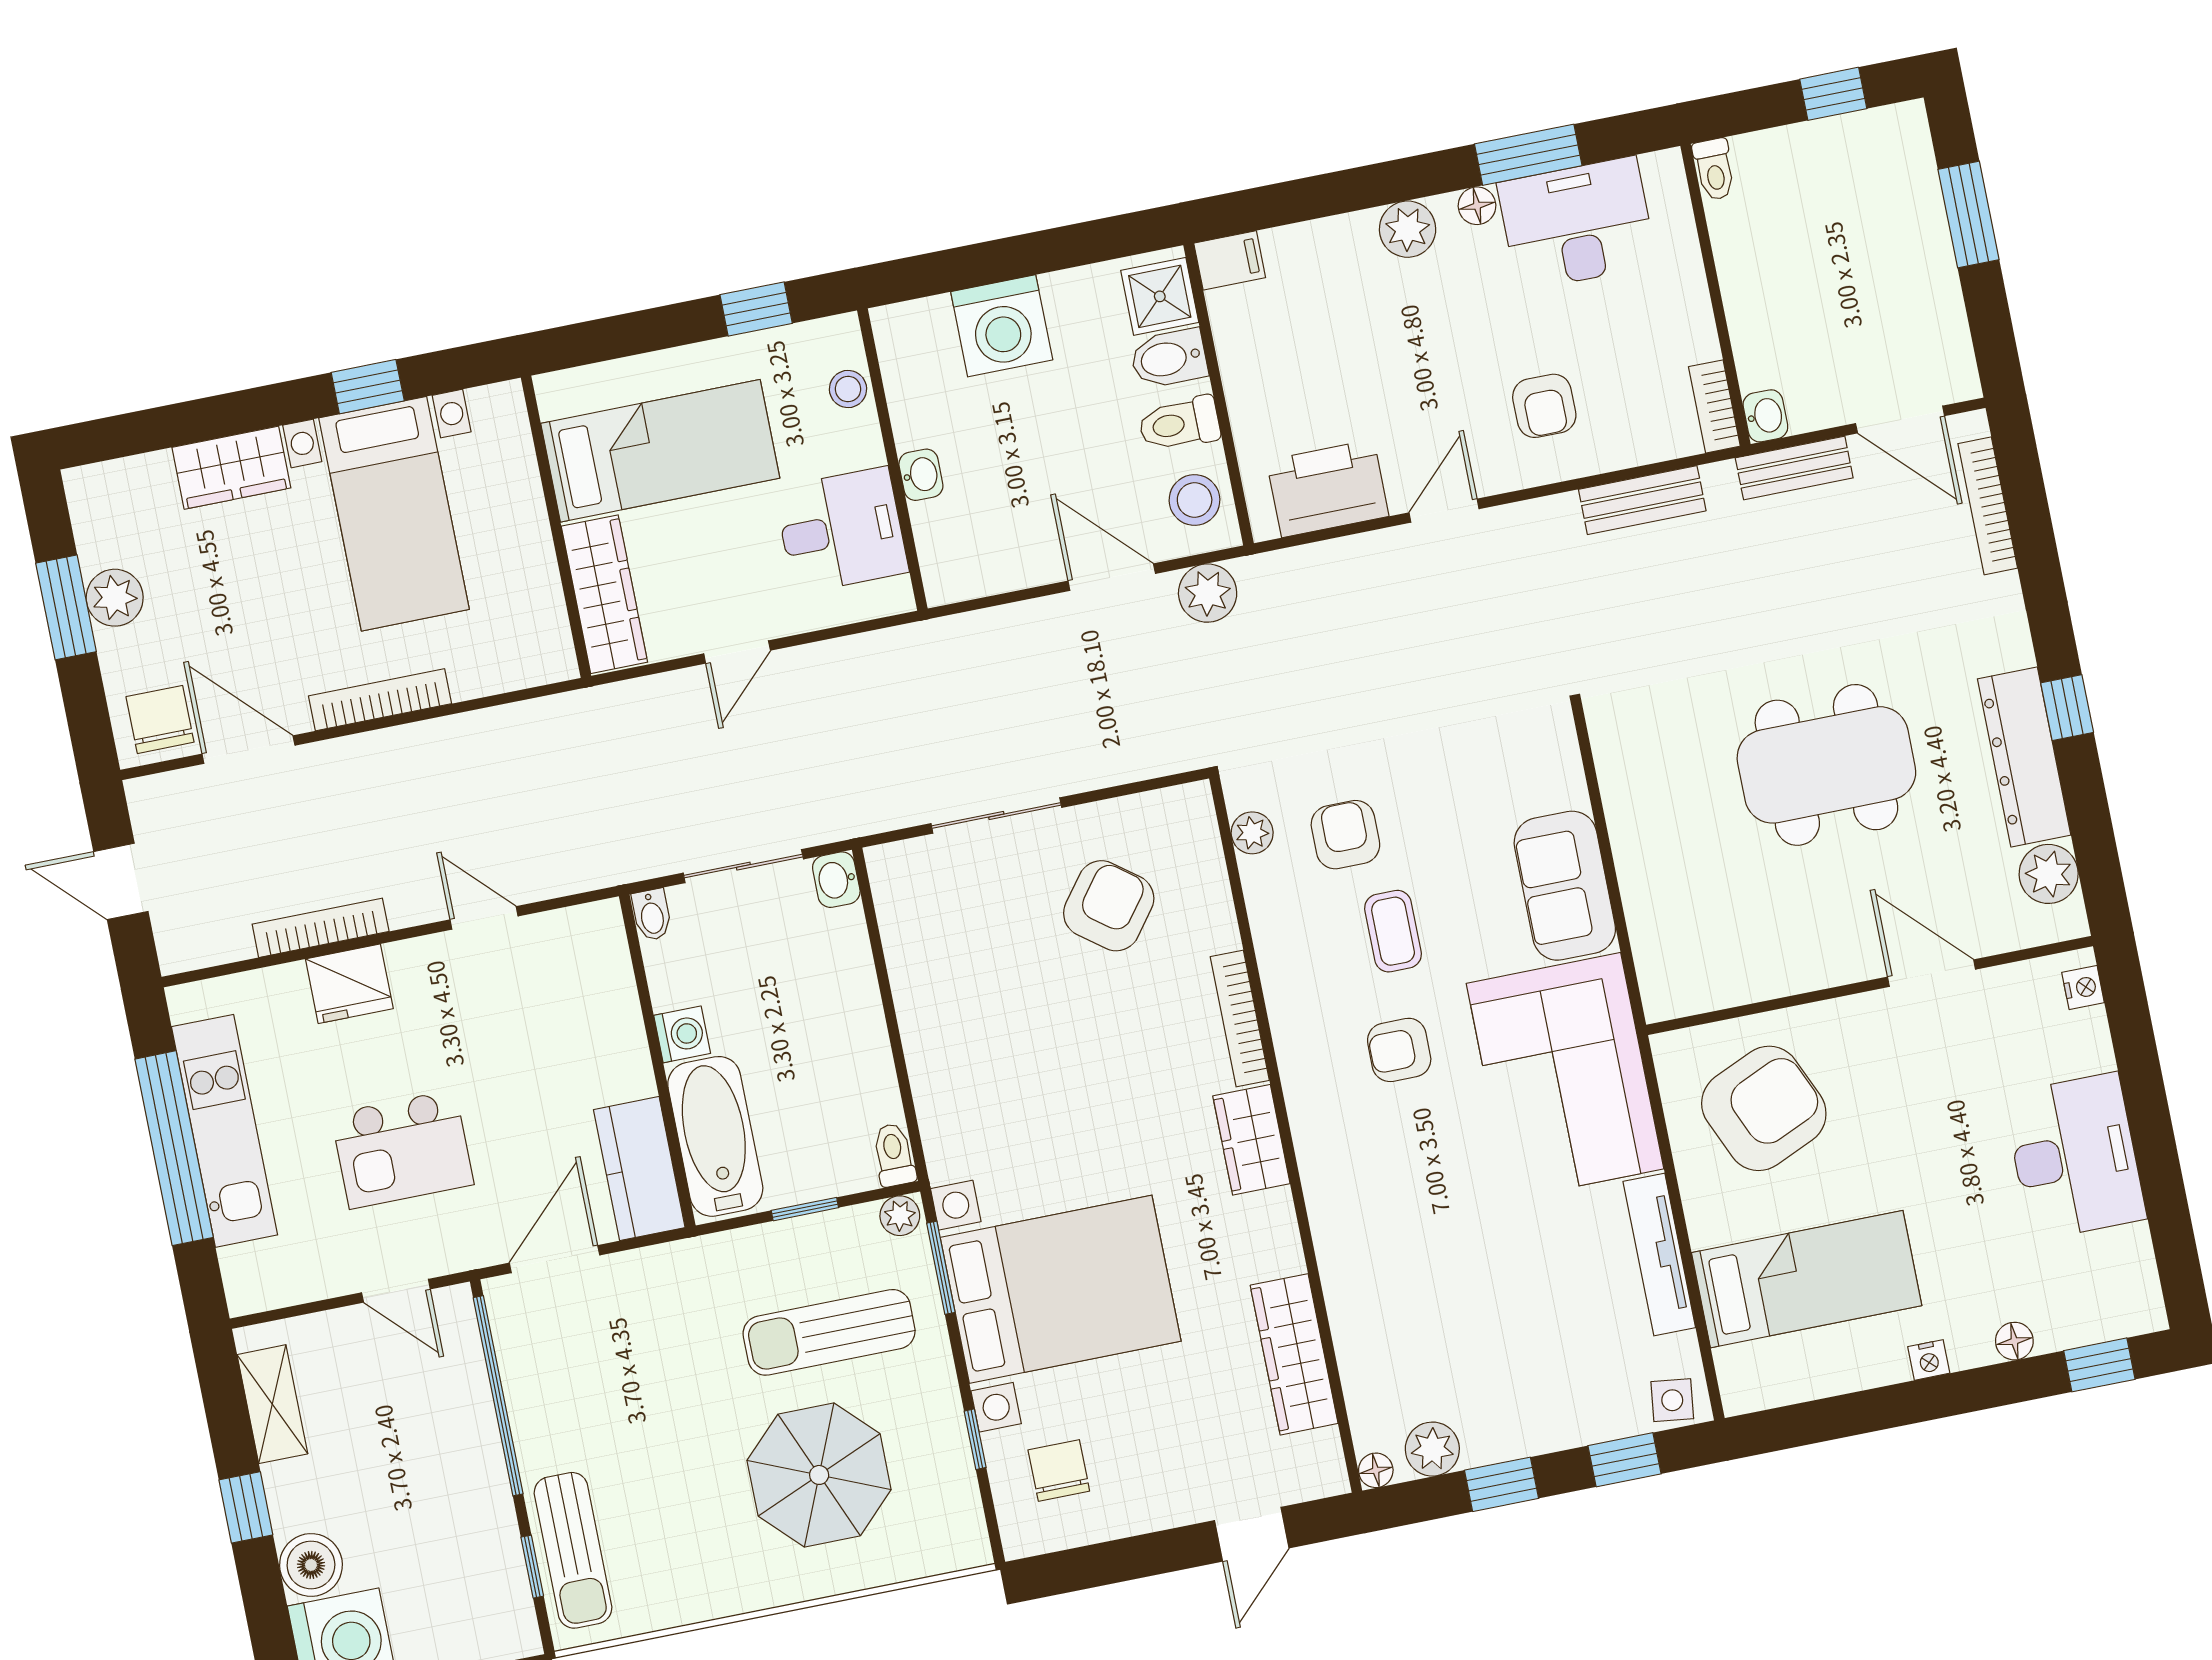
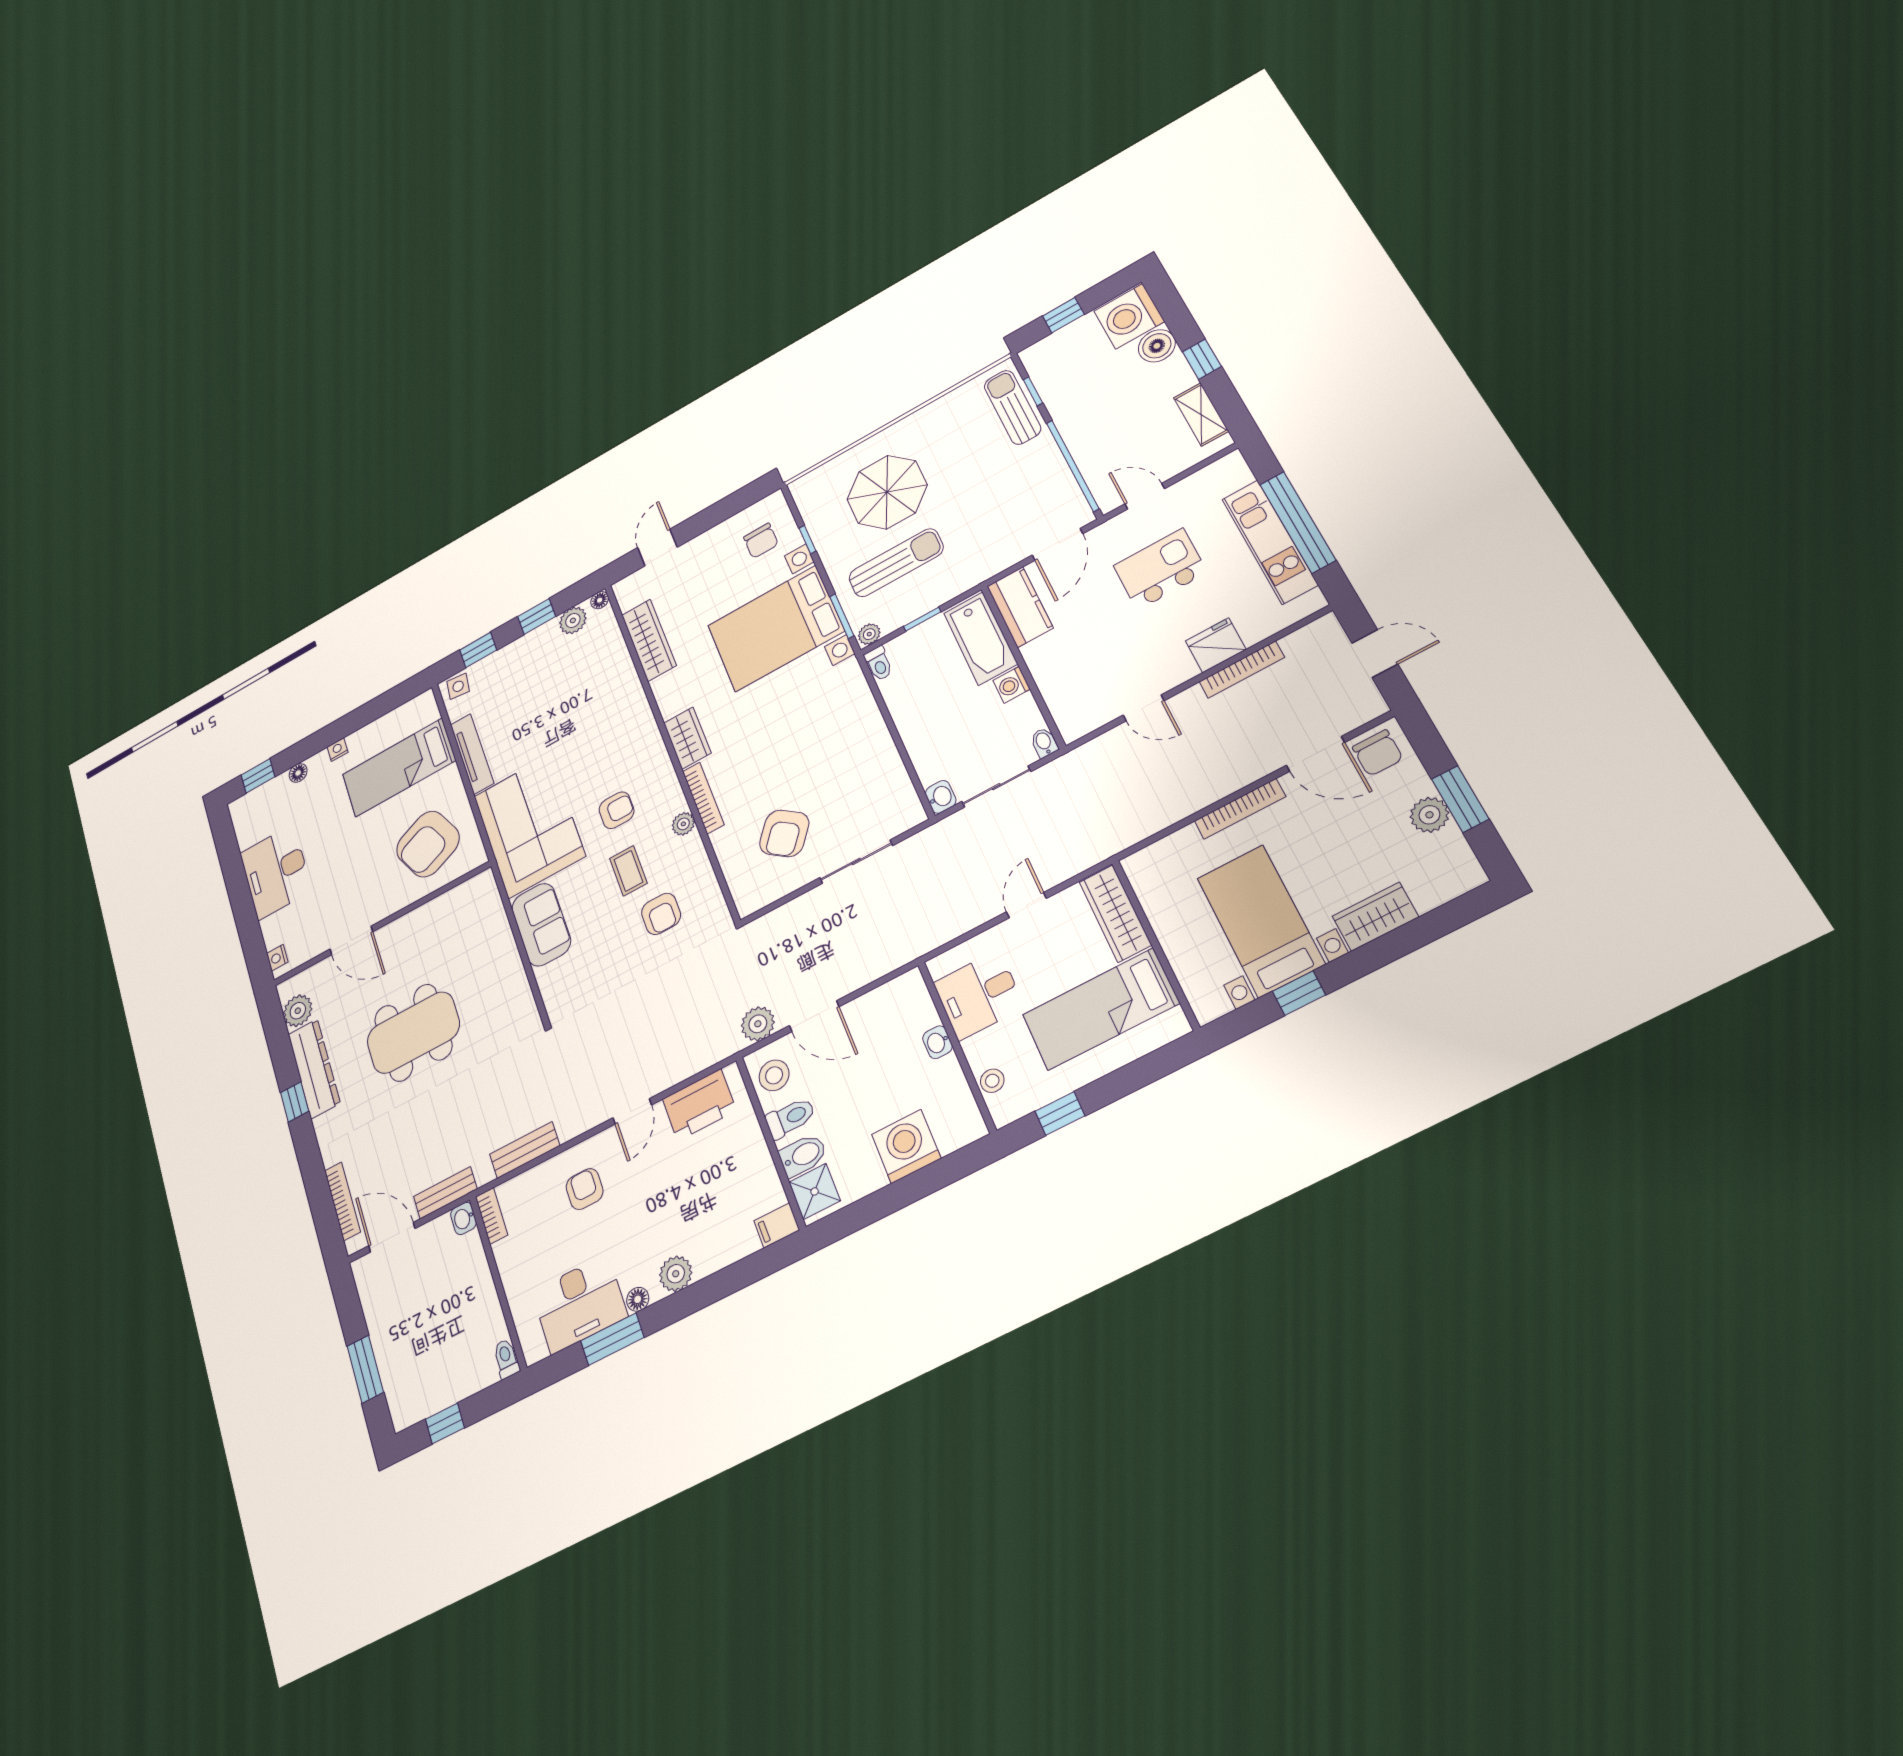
plant: (1252, 833) -> (683, 824), moved

